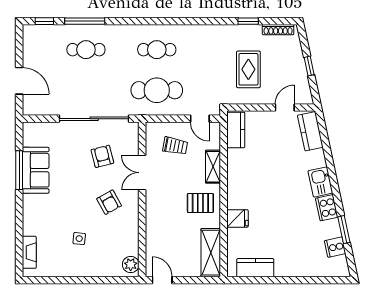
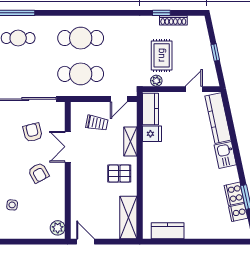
shoe rack: (278, 30) -> (173, 20), moved
cafe table: (157, 50) -> (81, 38), width x1.37, depth x1.35
plant: (242, 98) -> (156, 81), added
door: (200, 119) -> (119, 99), hinge flipped
kitchen counter: (310, 131) -> (218, 118), width x1.50
cooker: (327, 208) -> (234, 194), moved
fridge: (237, 218) -> (152, 134), moved

